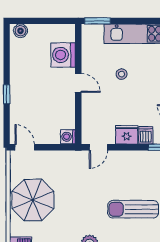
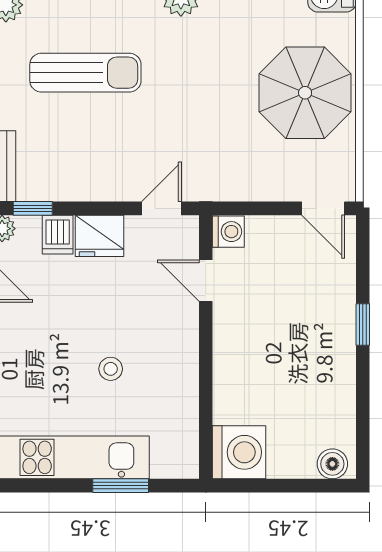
window: (97, 21) -> (121, 486), moved
washing machine: (63, 55) -> (239, 452), moved
door: (78, 83) -> (206, 281), moved

